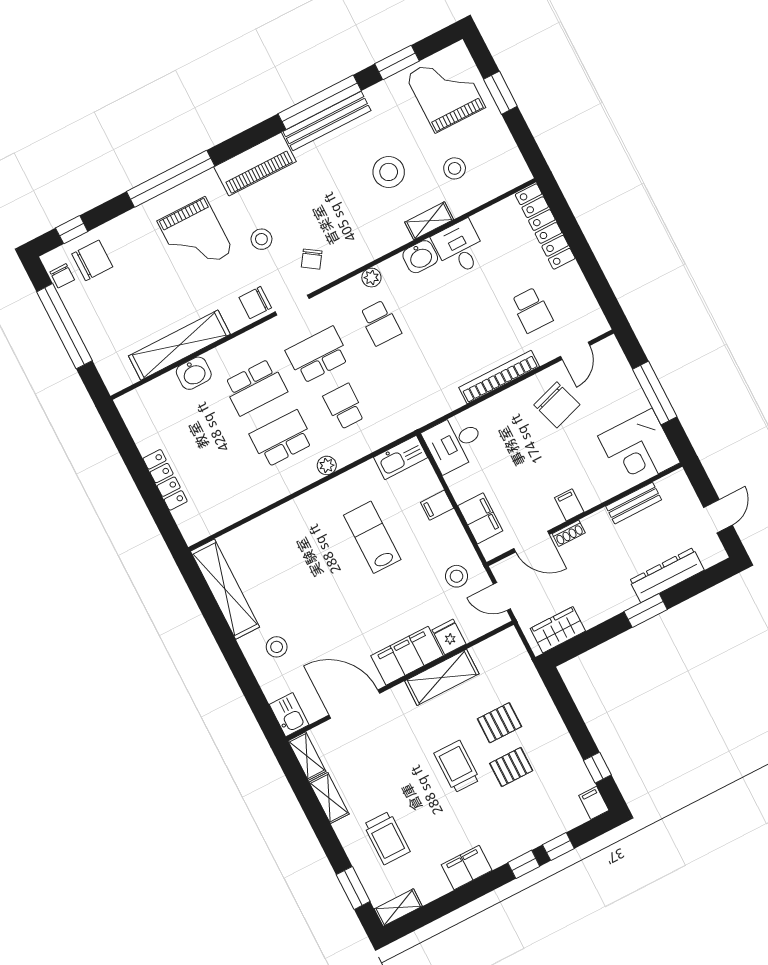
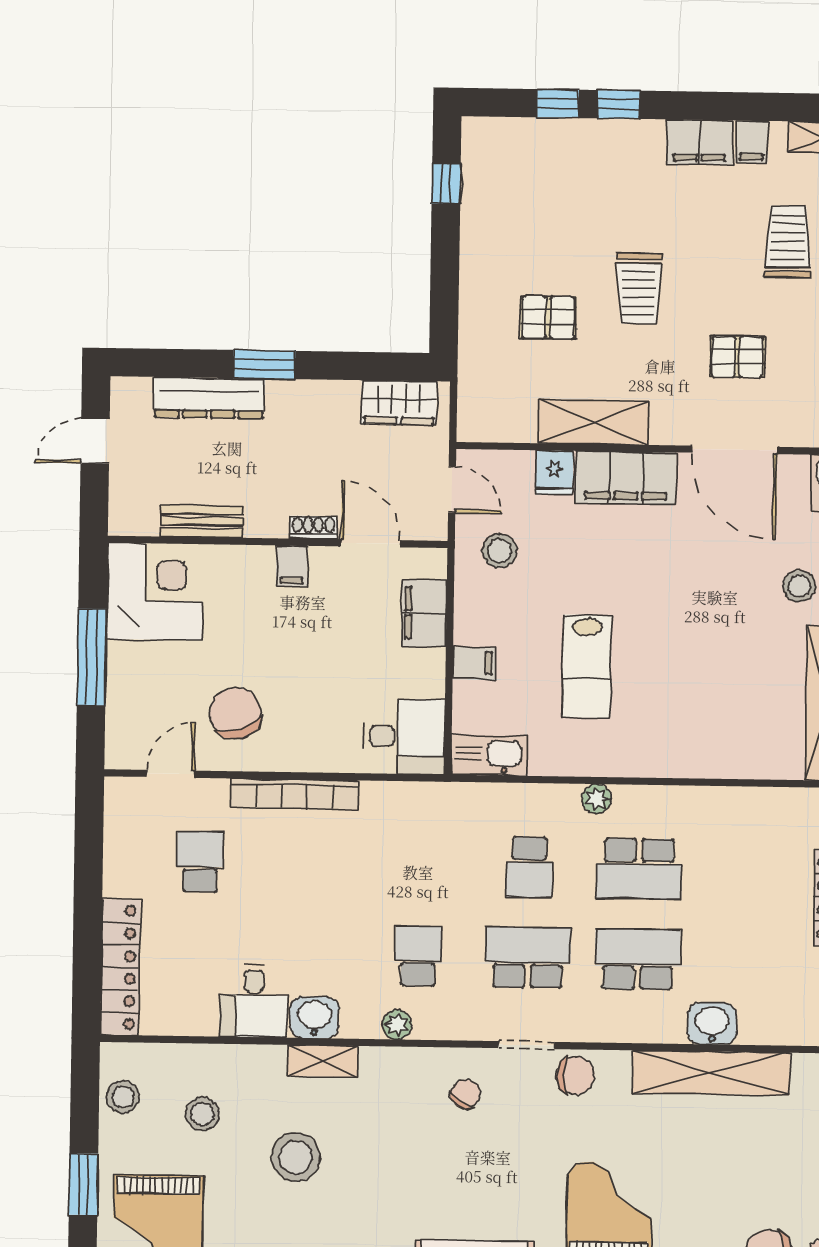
shelving: (429, 221) -> (322, 1061), moved
stool: (261, 239) -> (123, 1097), moved
school desk: (318, 355) -> (528, 957), turned 180
pallet: (511, 767) -> (737, 357), moved
filing cabinet: (594, 803) -> (752, 142), moved

